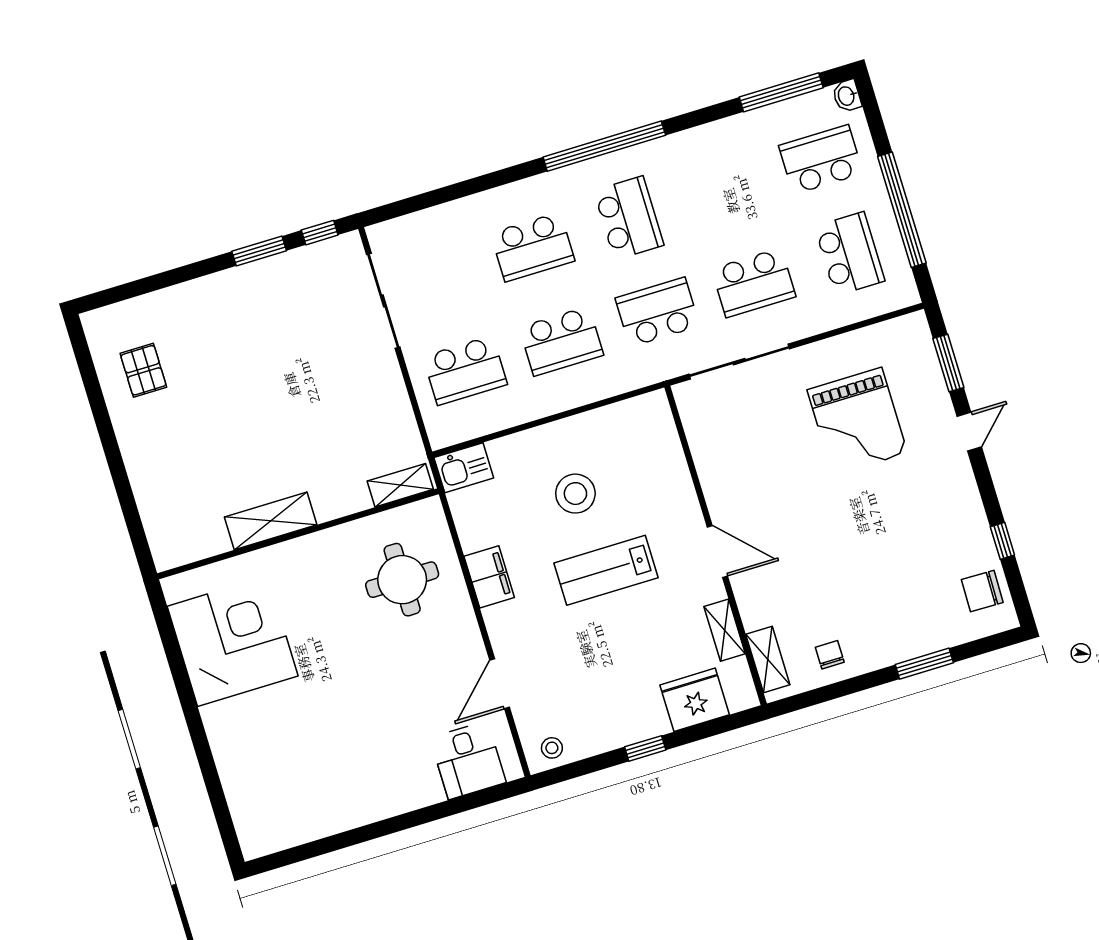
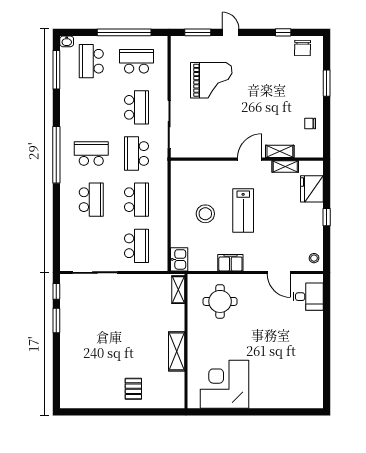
pallet: (143, 370) -> (133, 389), moved, turned 90
shelving: (768, 660) -> (280, 151), moved

